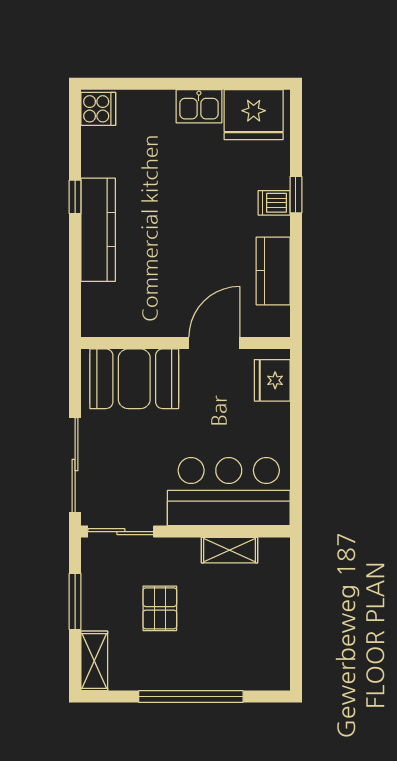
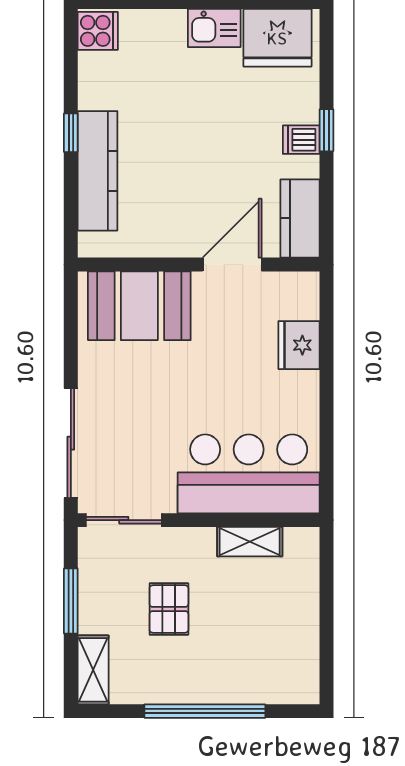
wall: (186, 343) -> (199, 264), moved
door: (214, 343) -> (232, 264), moved
booth: (134, 379) -> (139, 306), moved

